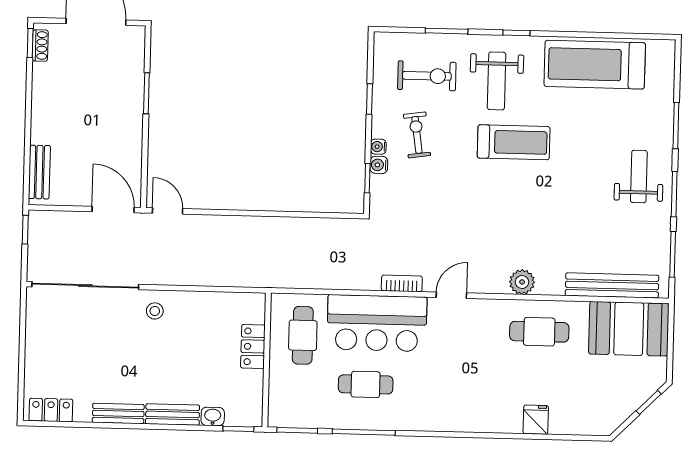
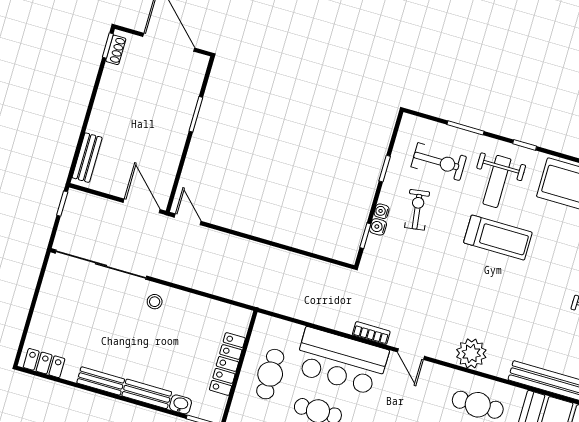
plant: (522, 282) -> (471, 353), width x1.36, depth x1.36
door: (451, 295) -> (411, 354), swing flipped
cafe table: (303, 335) -> (270, 374), moved
locker: (253, 346) -> (227, 364), width x1.53

